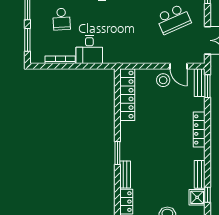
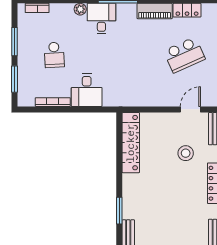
door: (179, 66) -> (190, 109), swing flipped
stool: (163, 80) -> (186, 153), moved

